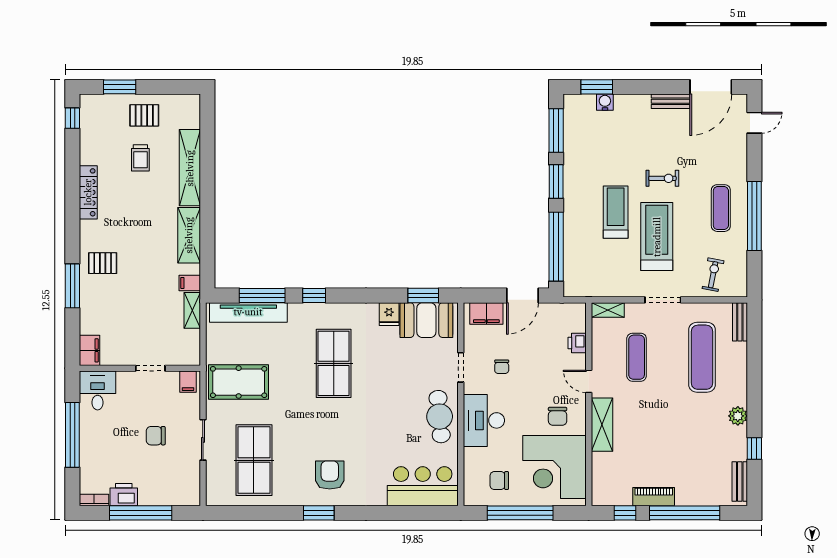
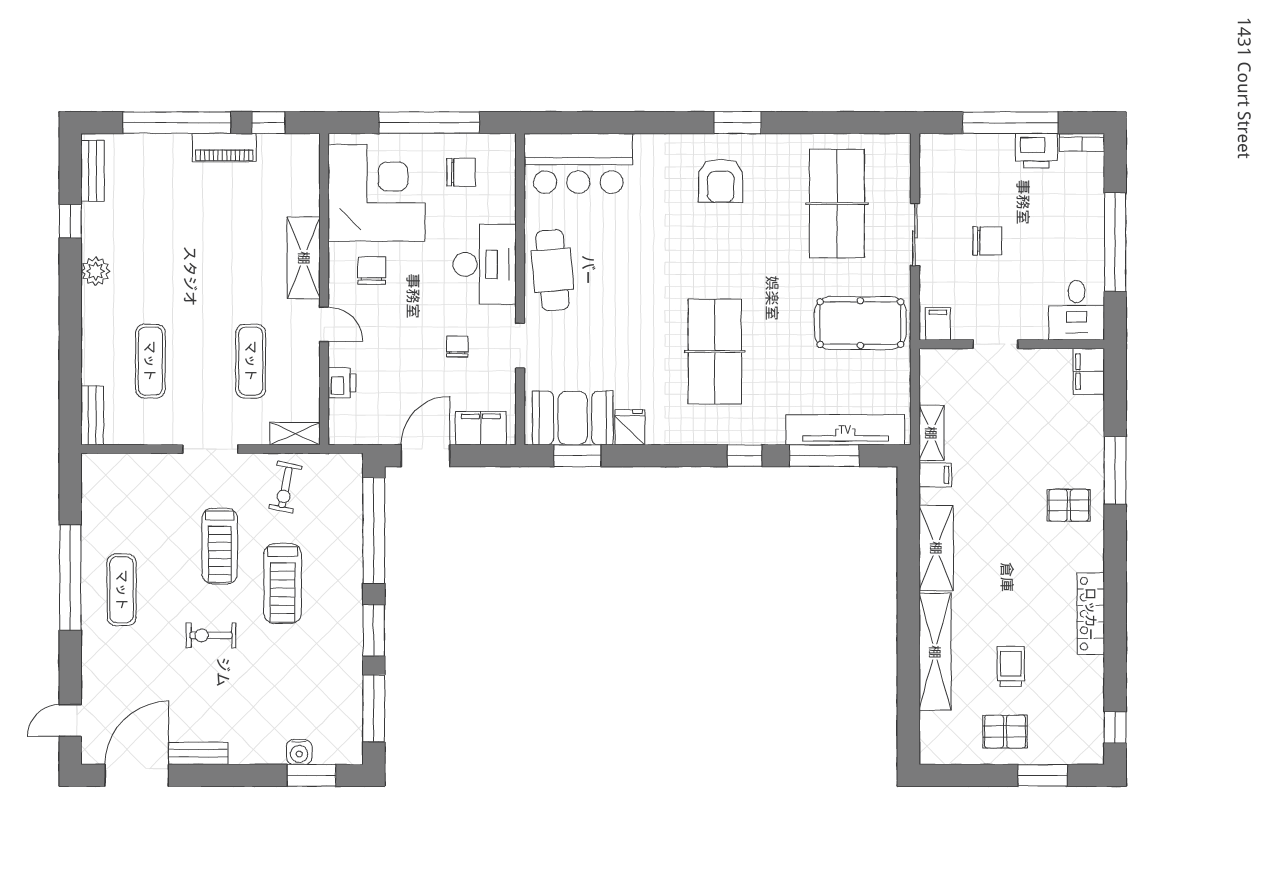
treadmill: (657, 237) -> (220, 546), width x0.73, depth x0.73
exercise bike: (713, 275) -> (285, 487), moved
exercise mat: (702, 357) -> (150, 361), width x0.73, depth x0.69

